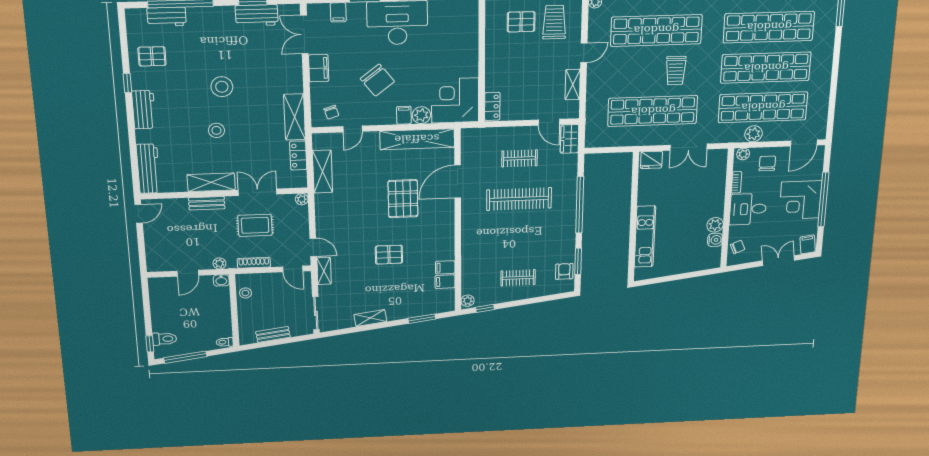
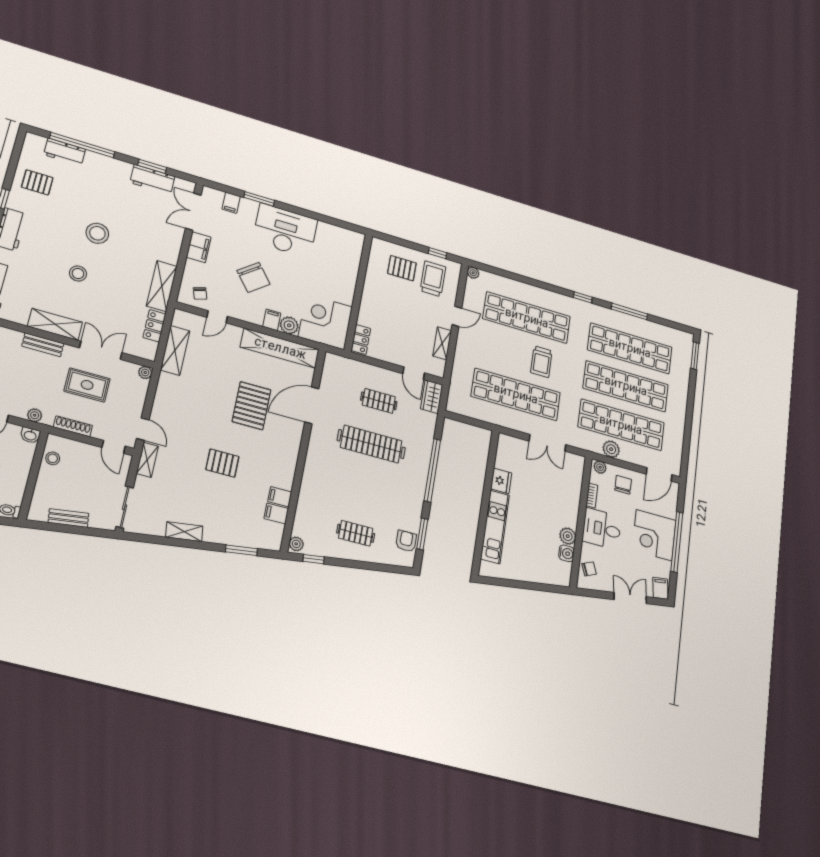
fridge: (651, 160) -> (501, 481), moved, turned -90

